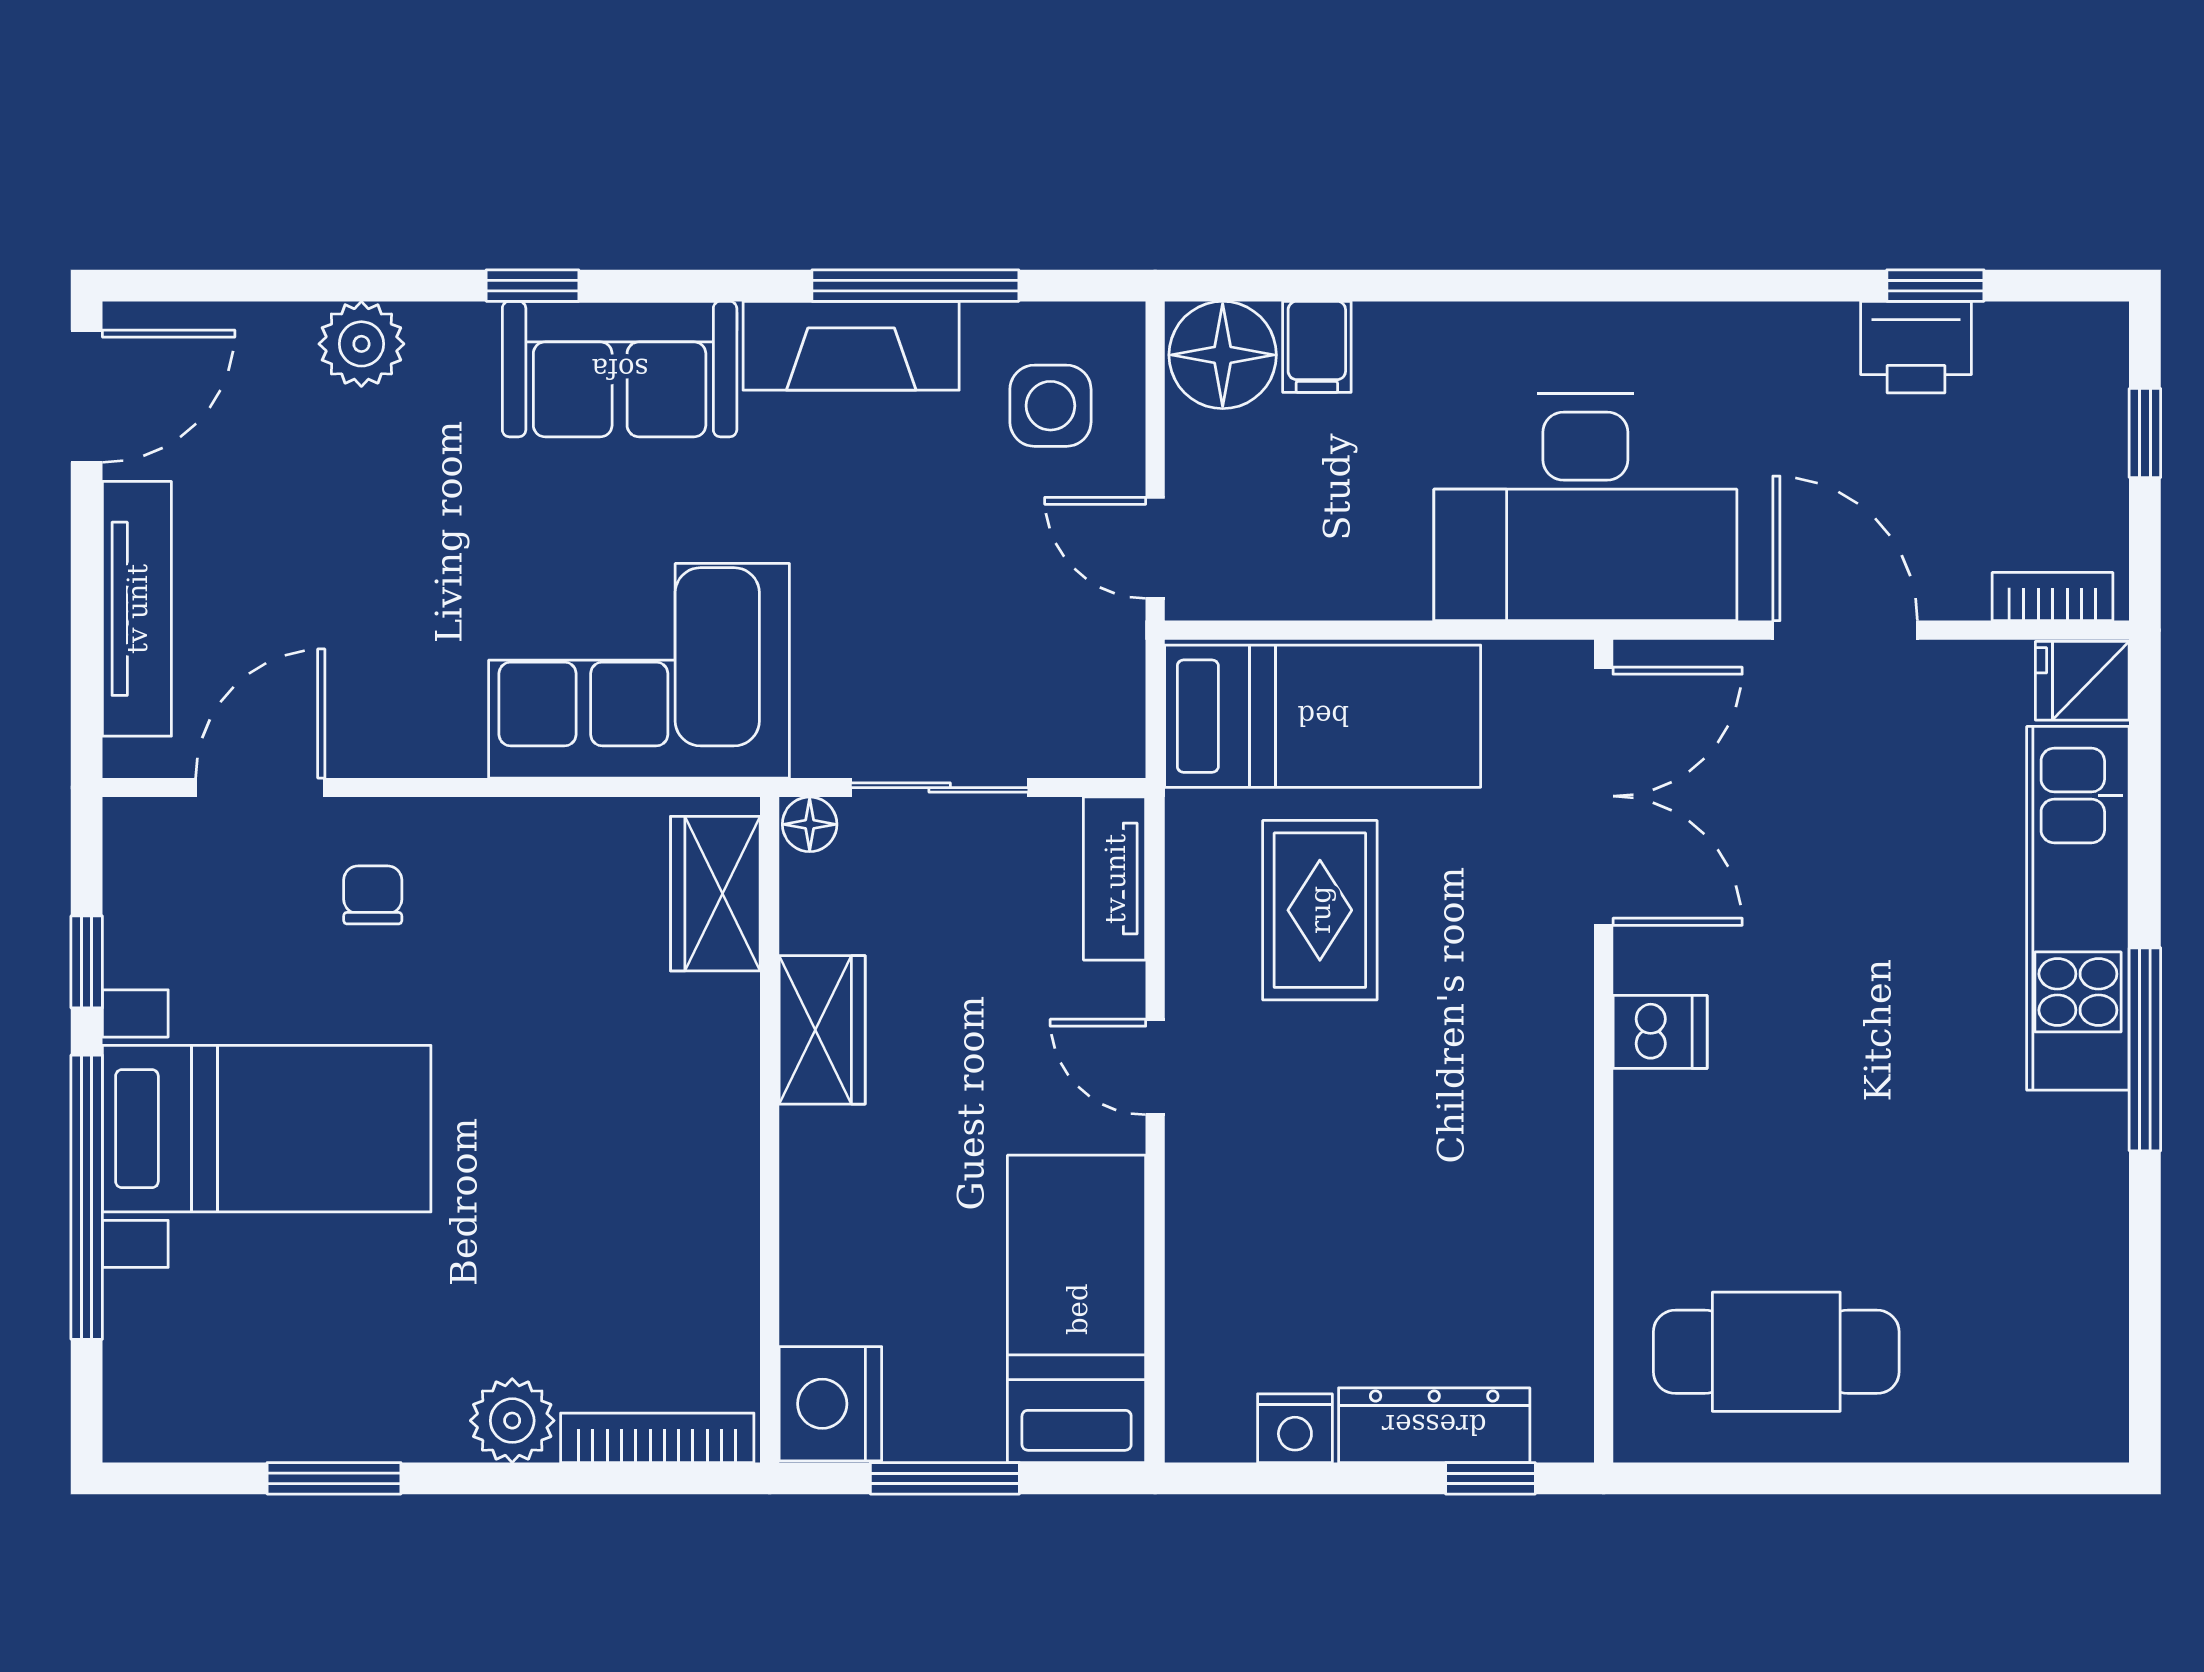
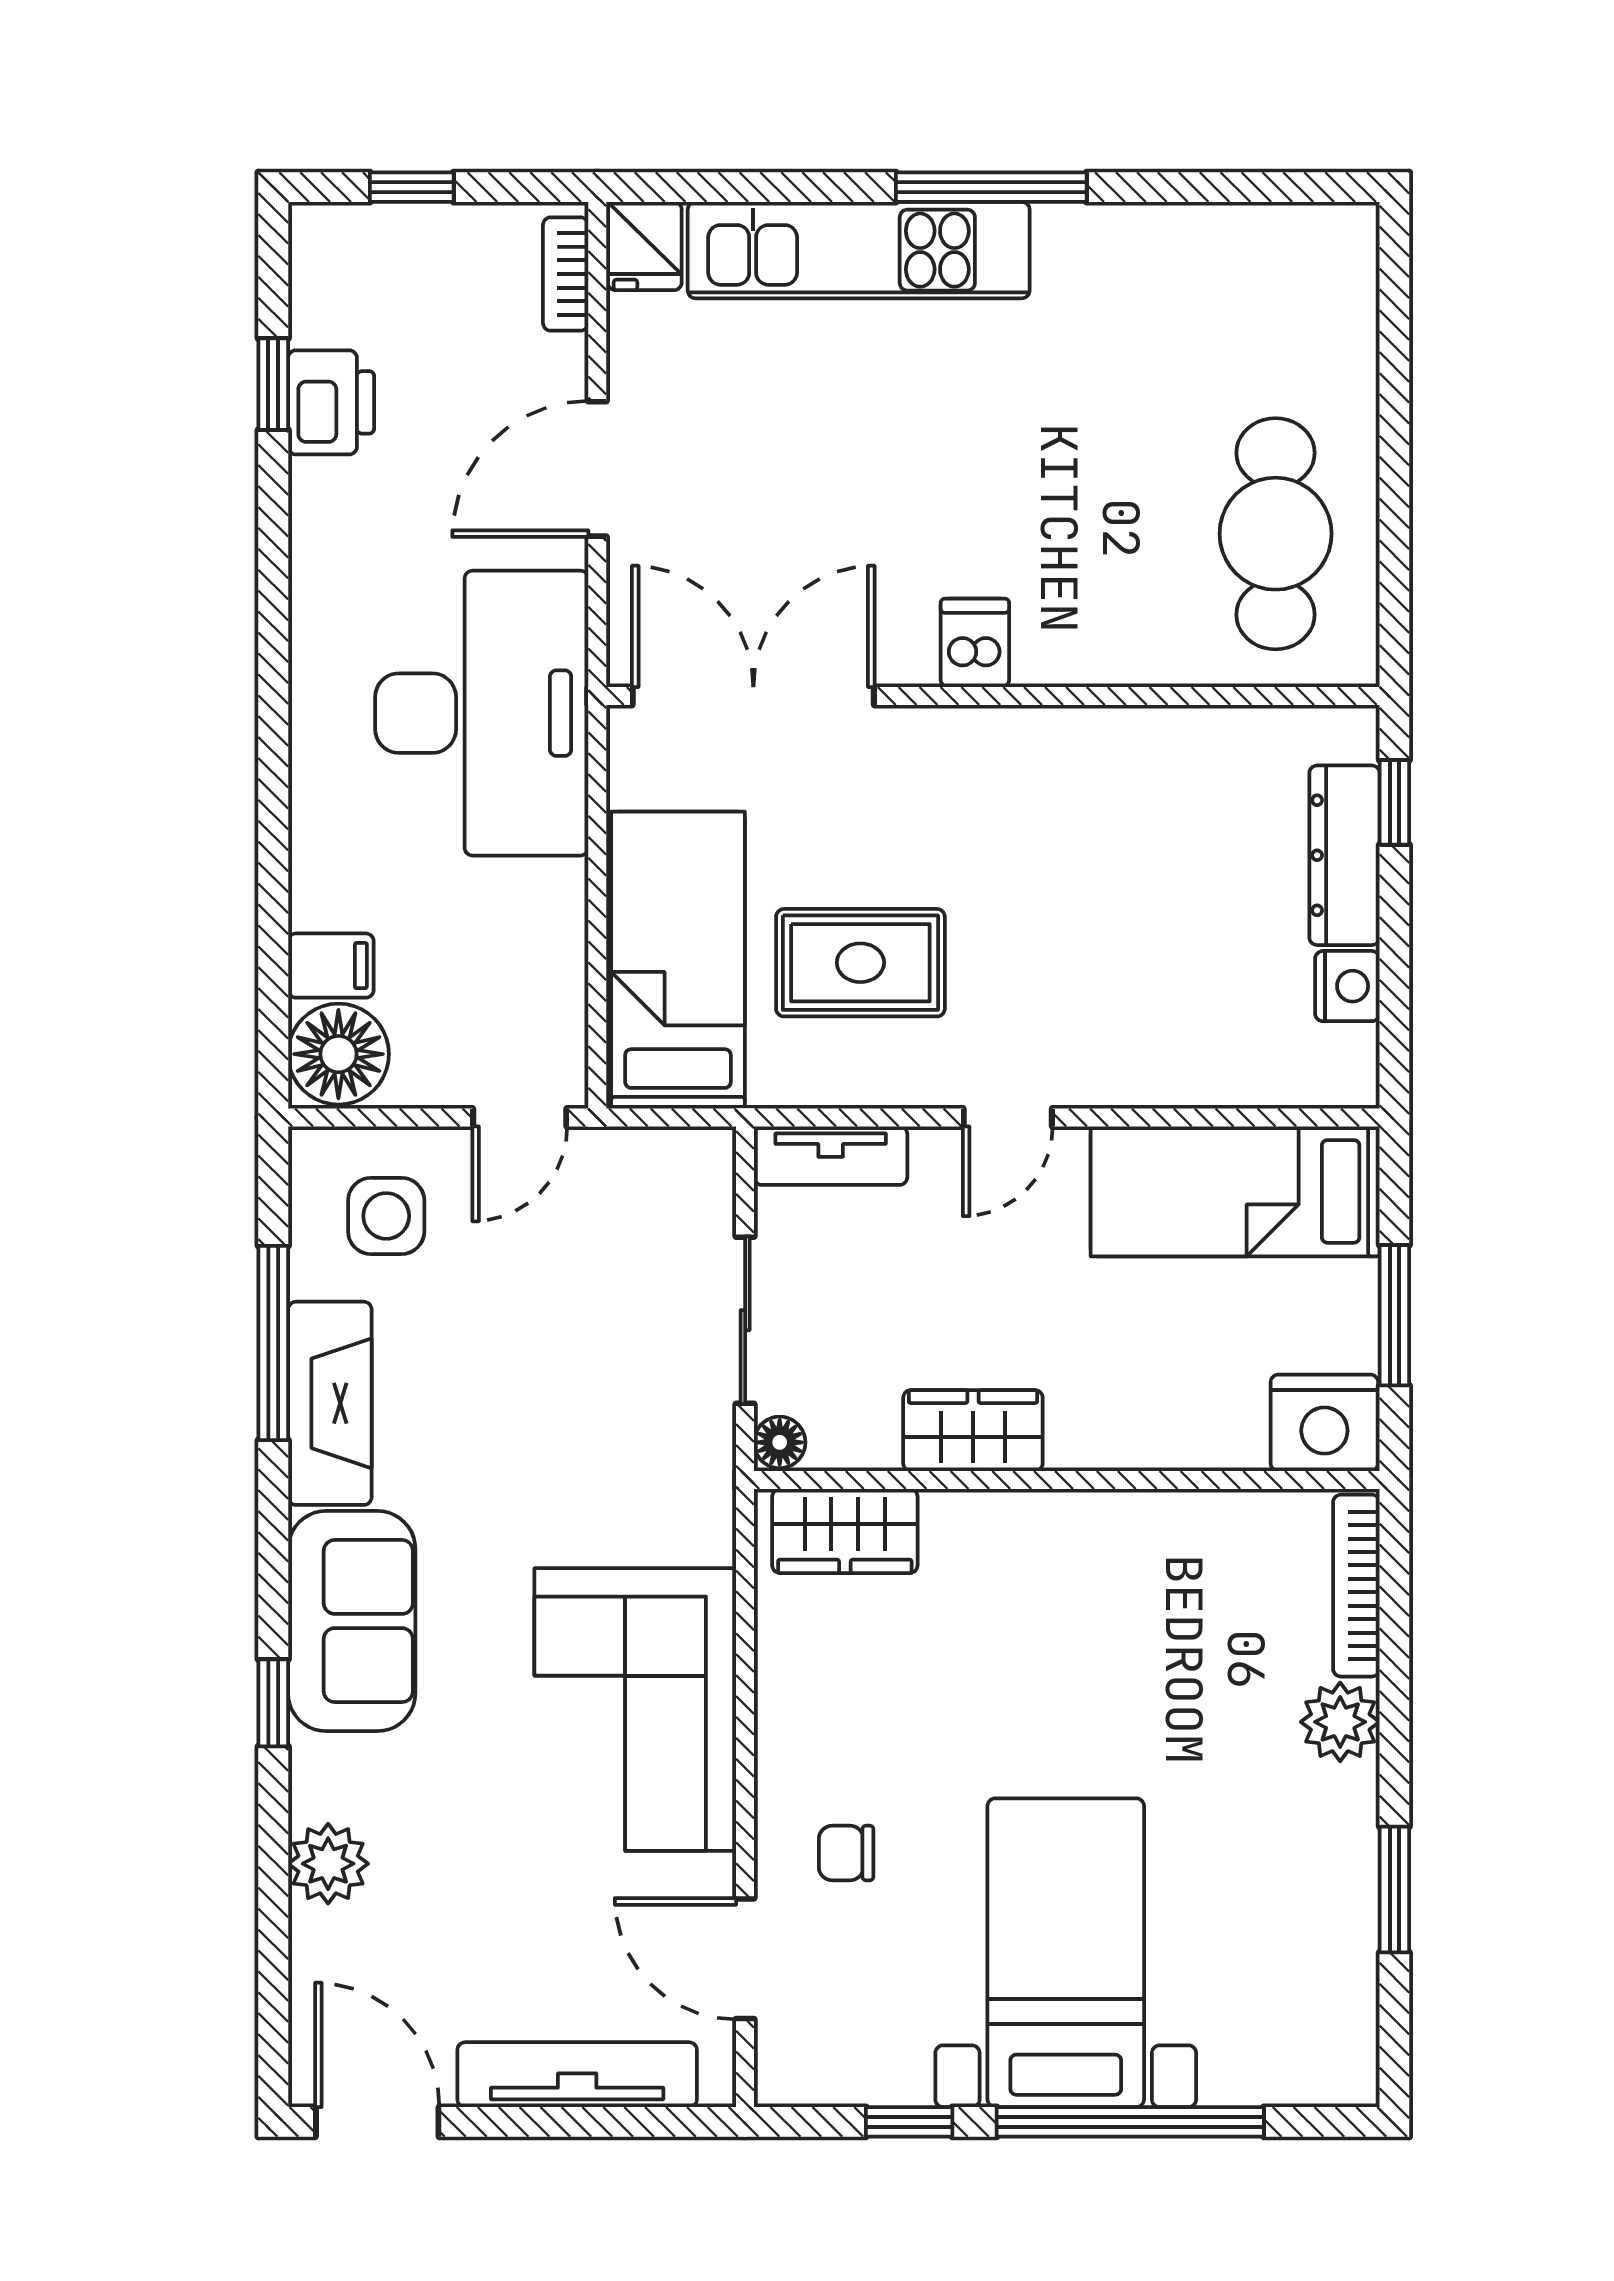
corner sofa: (639, 671) -> (635, 1710), moved

